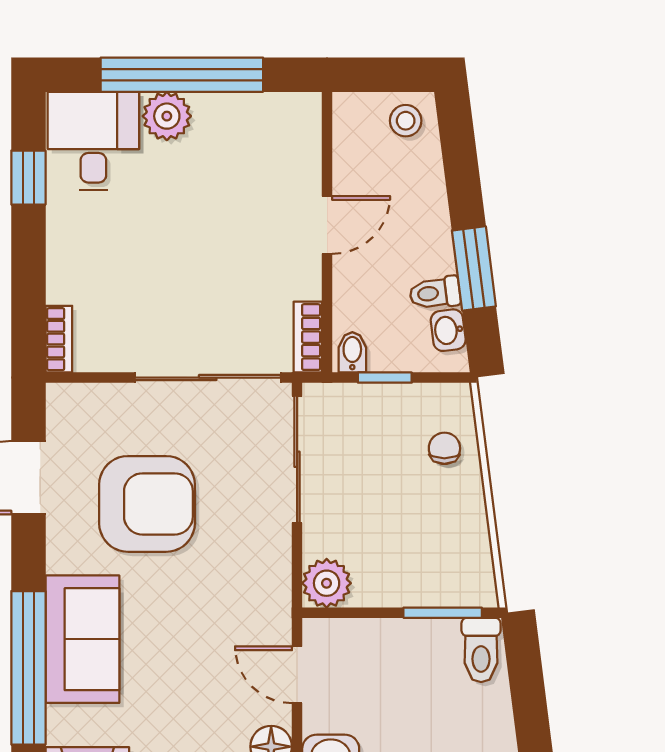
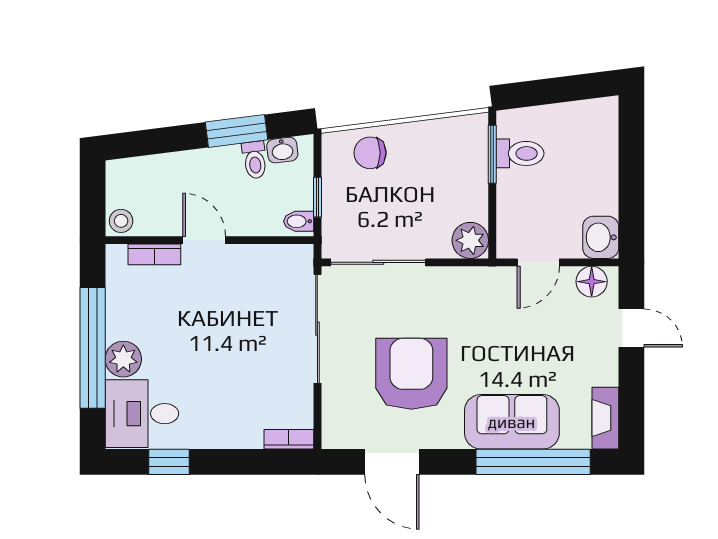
stool: (406, 121) -> (121, 221), moved
bookcase: (308, 337) -> (154, 254), moved
chair: (444, 448) -> (370, 153), width x1.37, depth x1.37
toilet: (481, 650) -> (520, 153), moved

